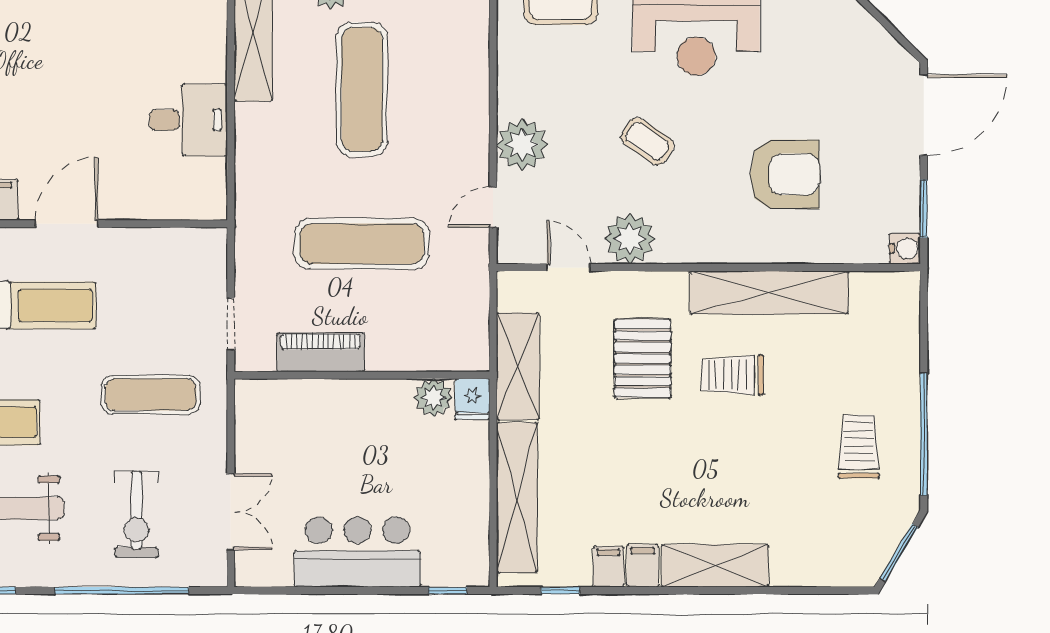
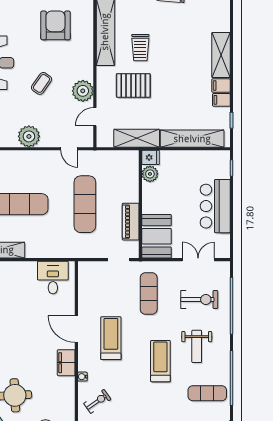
desk: (188, 120) -> (53, 278), moved
plant: (522, 145) -> (29, 136), moved
booth: (286, 413) -> (157, 236), added

